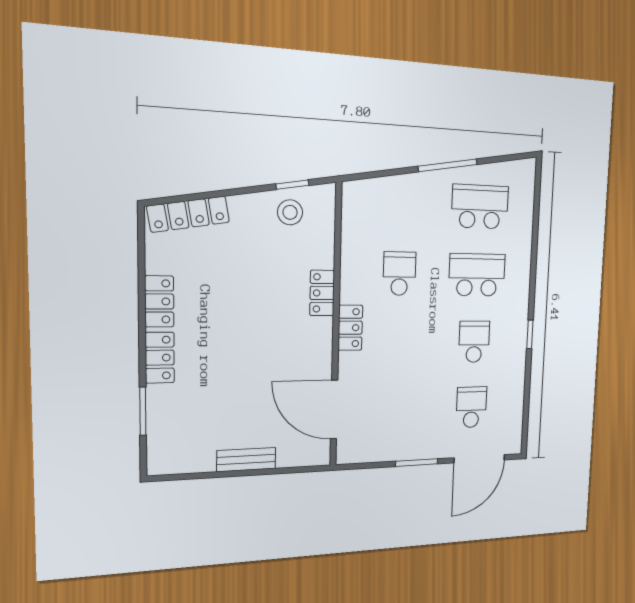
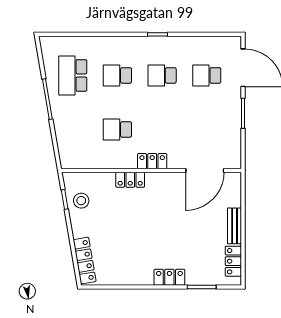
school desk: (477, 275) -> (117, 75), width x0.54
locker: (159, 301) -> (233, 261), moved, turned -90

